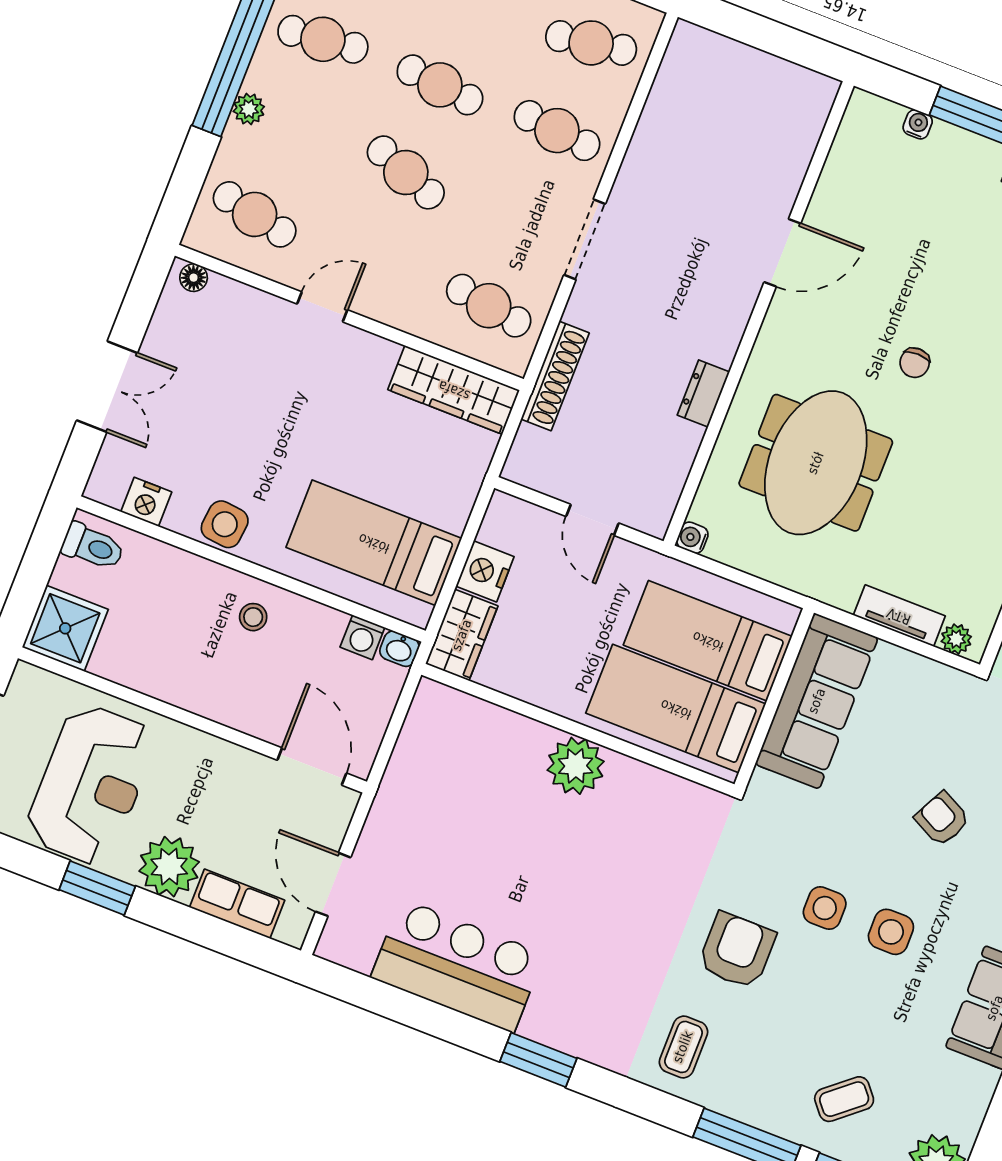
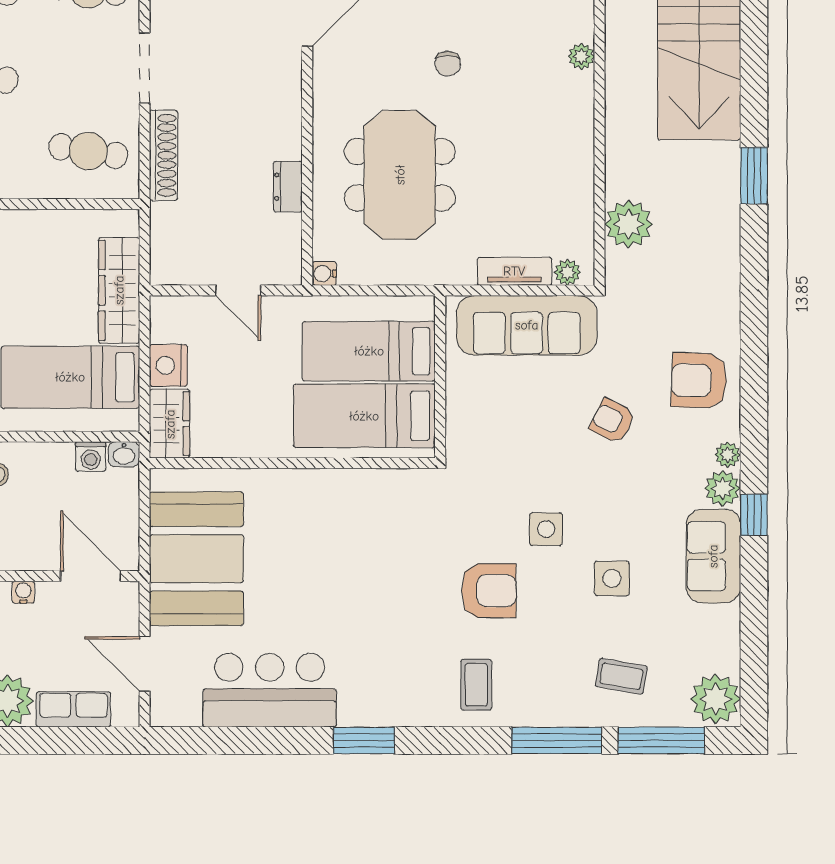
shoe rack: (555, 376) -> (163, 155), moved
wardrobe: (454, 390) -> (119, 290), moved, turned 90
dresser: (703, 394) -> (288, 187), moved
sofa: (817, 701) -> (527, 325), moved, turned 90
water cooler: (232, 756) -> (23, 592), added
plant: (576, 766) -> (302, 493), removed
booth: (434, 793) -> (196, 559), added
side table: (891, 932) -> (612, 578), moved
armchair: (737, 951) -> (489, 591), turned 90
coffee table: (844, 1099) -> (621, 676), turned 50

